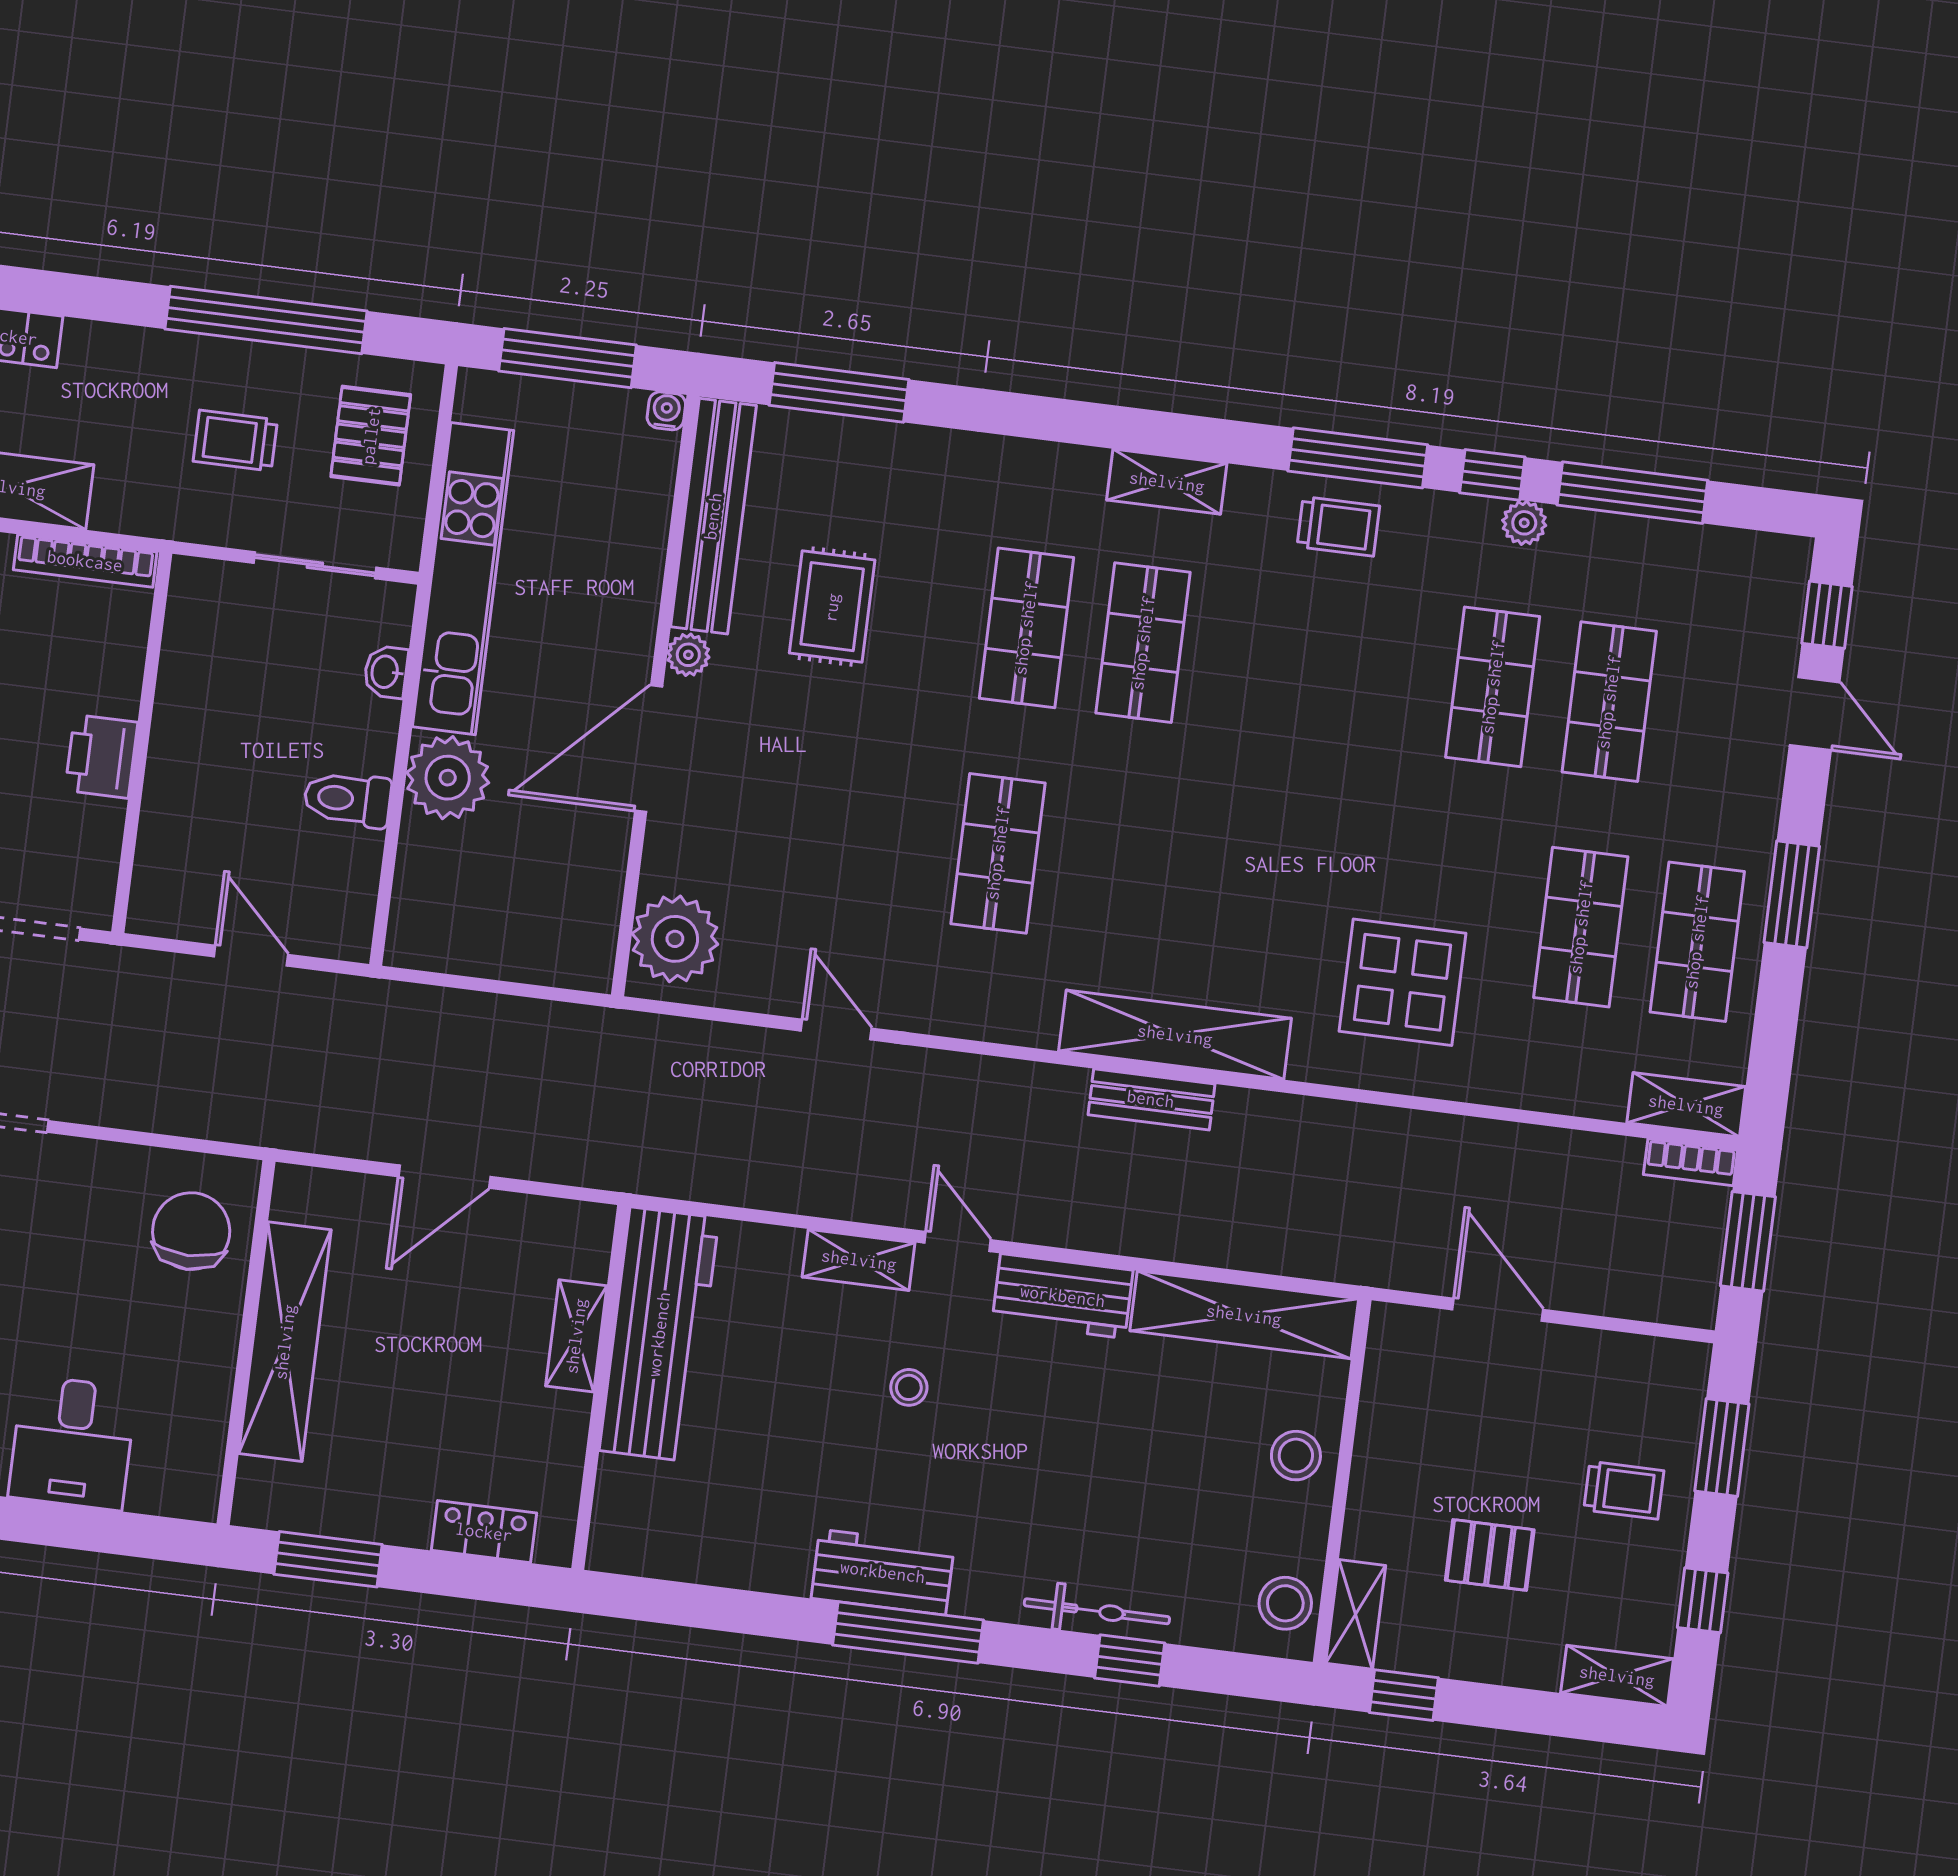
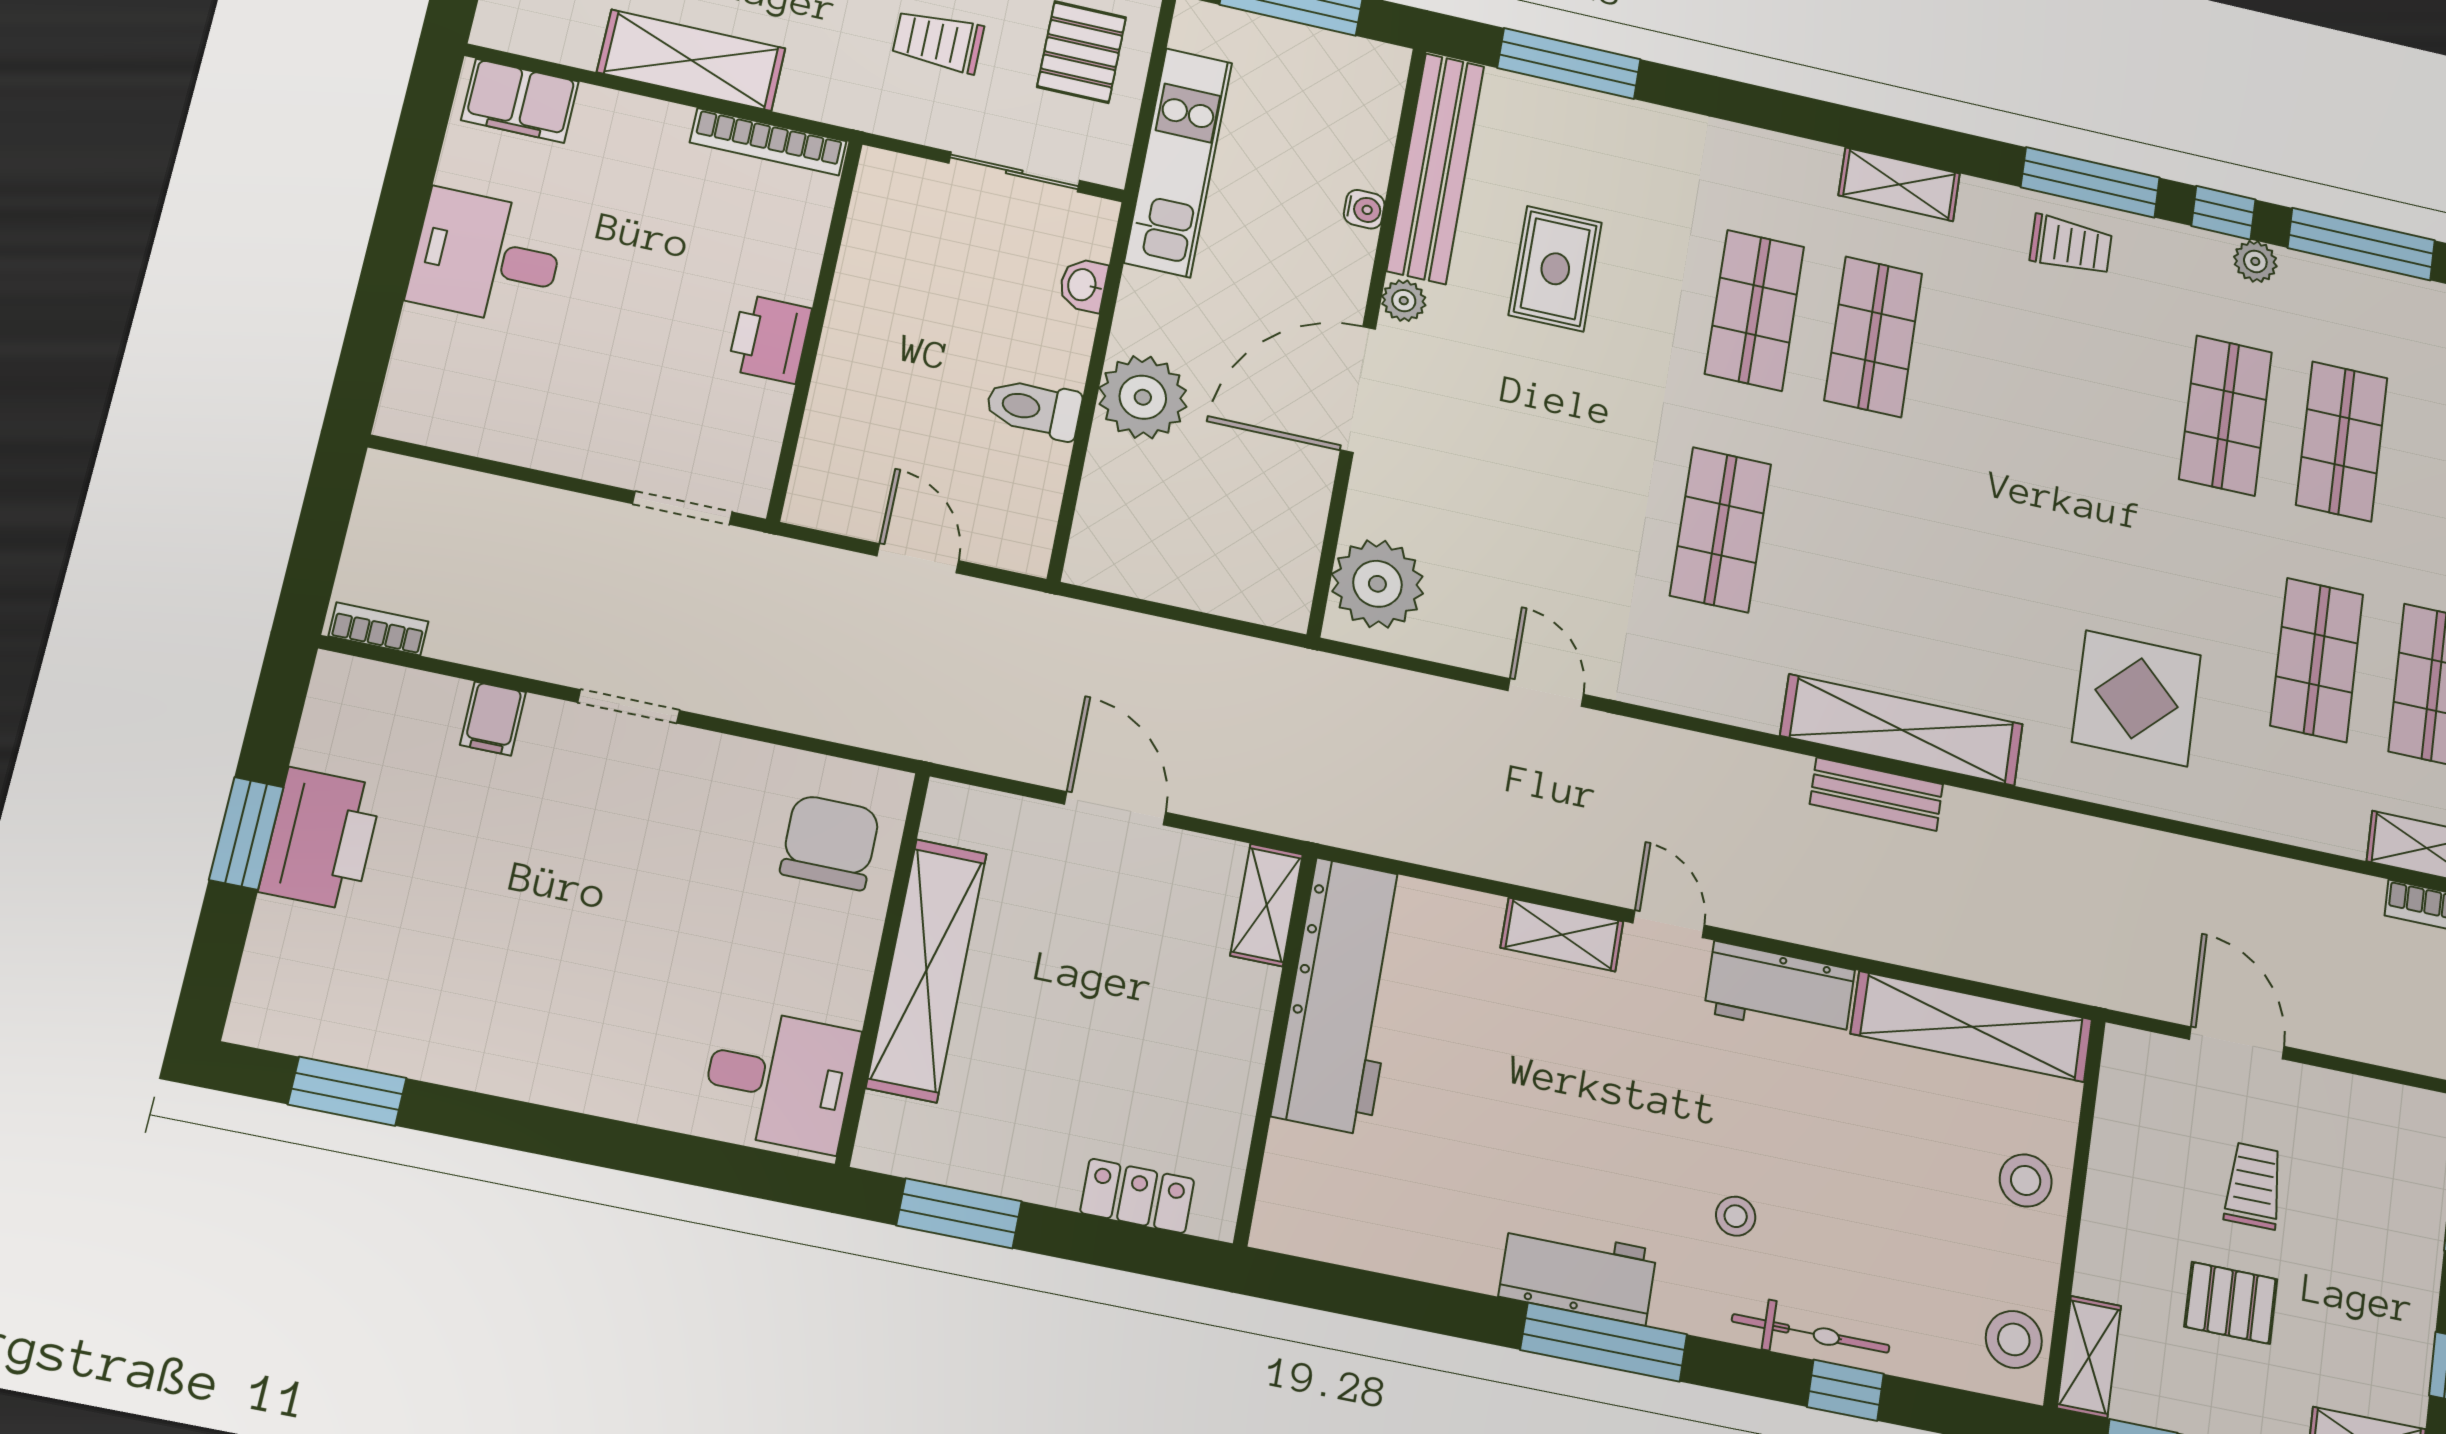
water cooler: (666, 411) -> (1364, 209), moved, turned 90
kitchen unit: (463, 579) -> (1178, 162), width x0.73
door: (444, 1177) -> (1115, 808), swing flipped
shelving: (576, 1336) -> (1267, 905), moved
stool: (909, 1387) -> (1736, 1216), moved
desk: (72, 1443) -> (780, 1080), moved, turned -90
trolley: (1624, 1490) -> (2254, 1186), moved, turned -90

